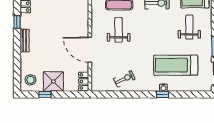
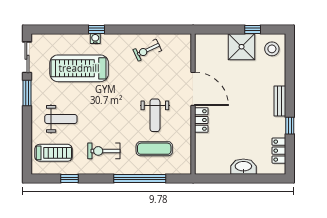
weight bench: (189, 27) -> (61, 119), turned -90
treadmill: (176, 65) -> (79, 68), turned 180
locker: (84, 81) -> (201, 120), moved

